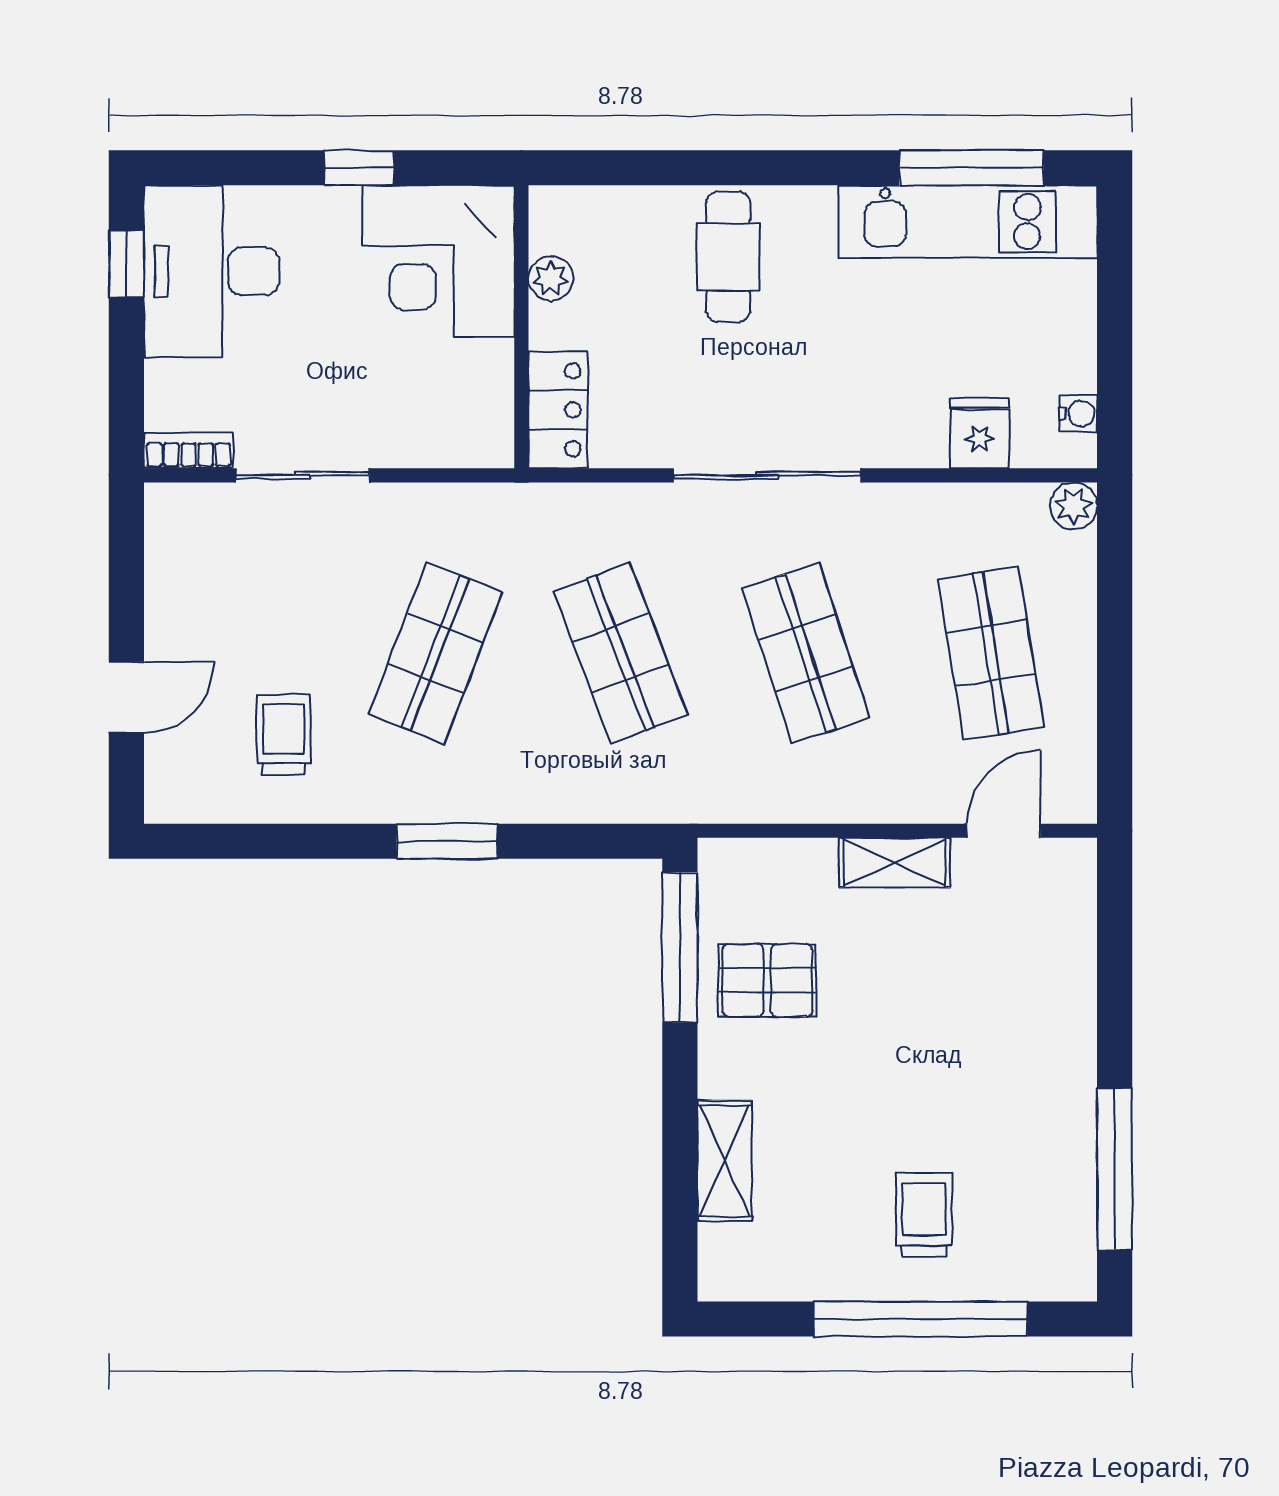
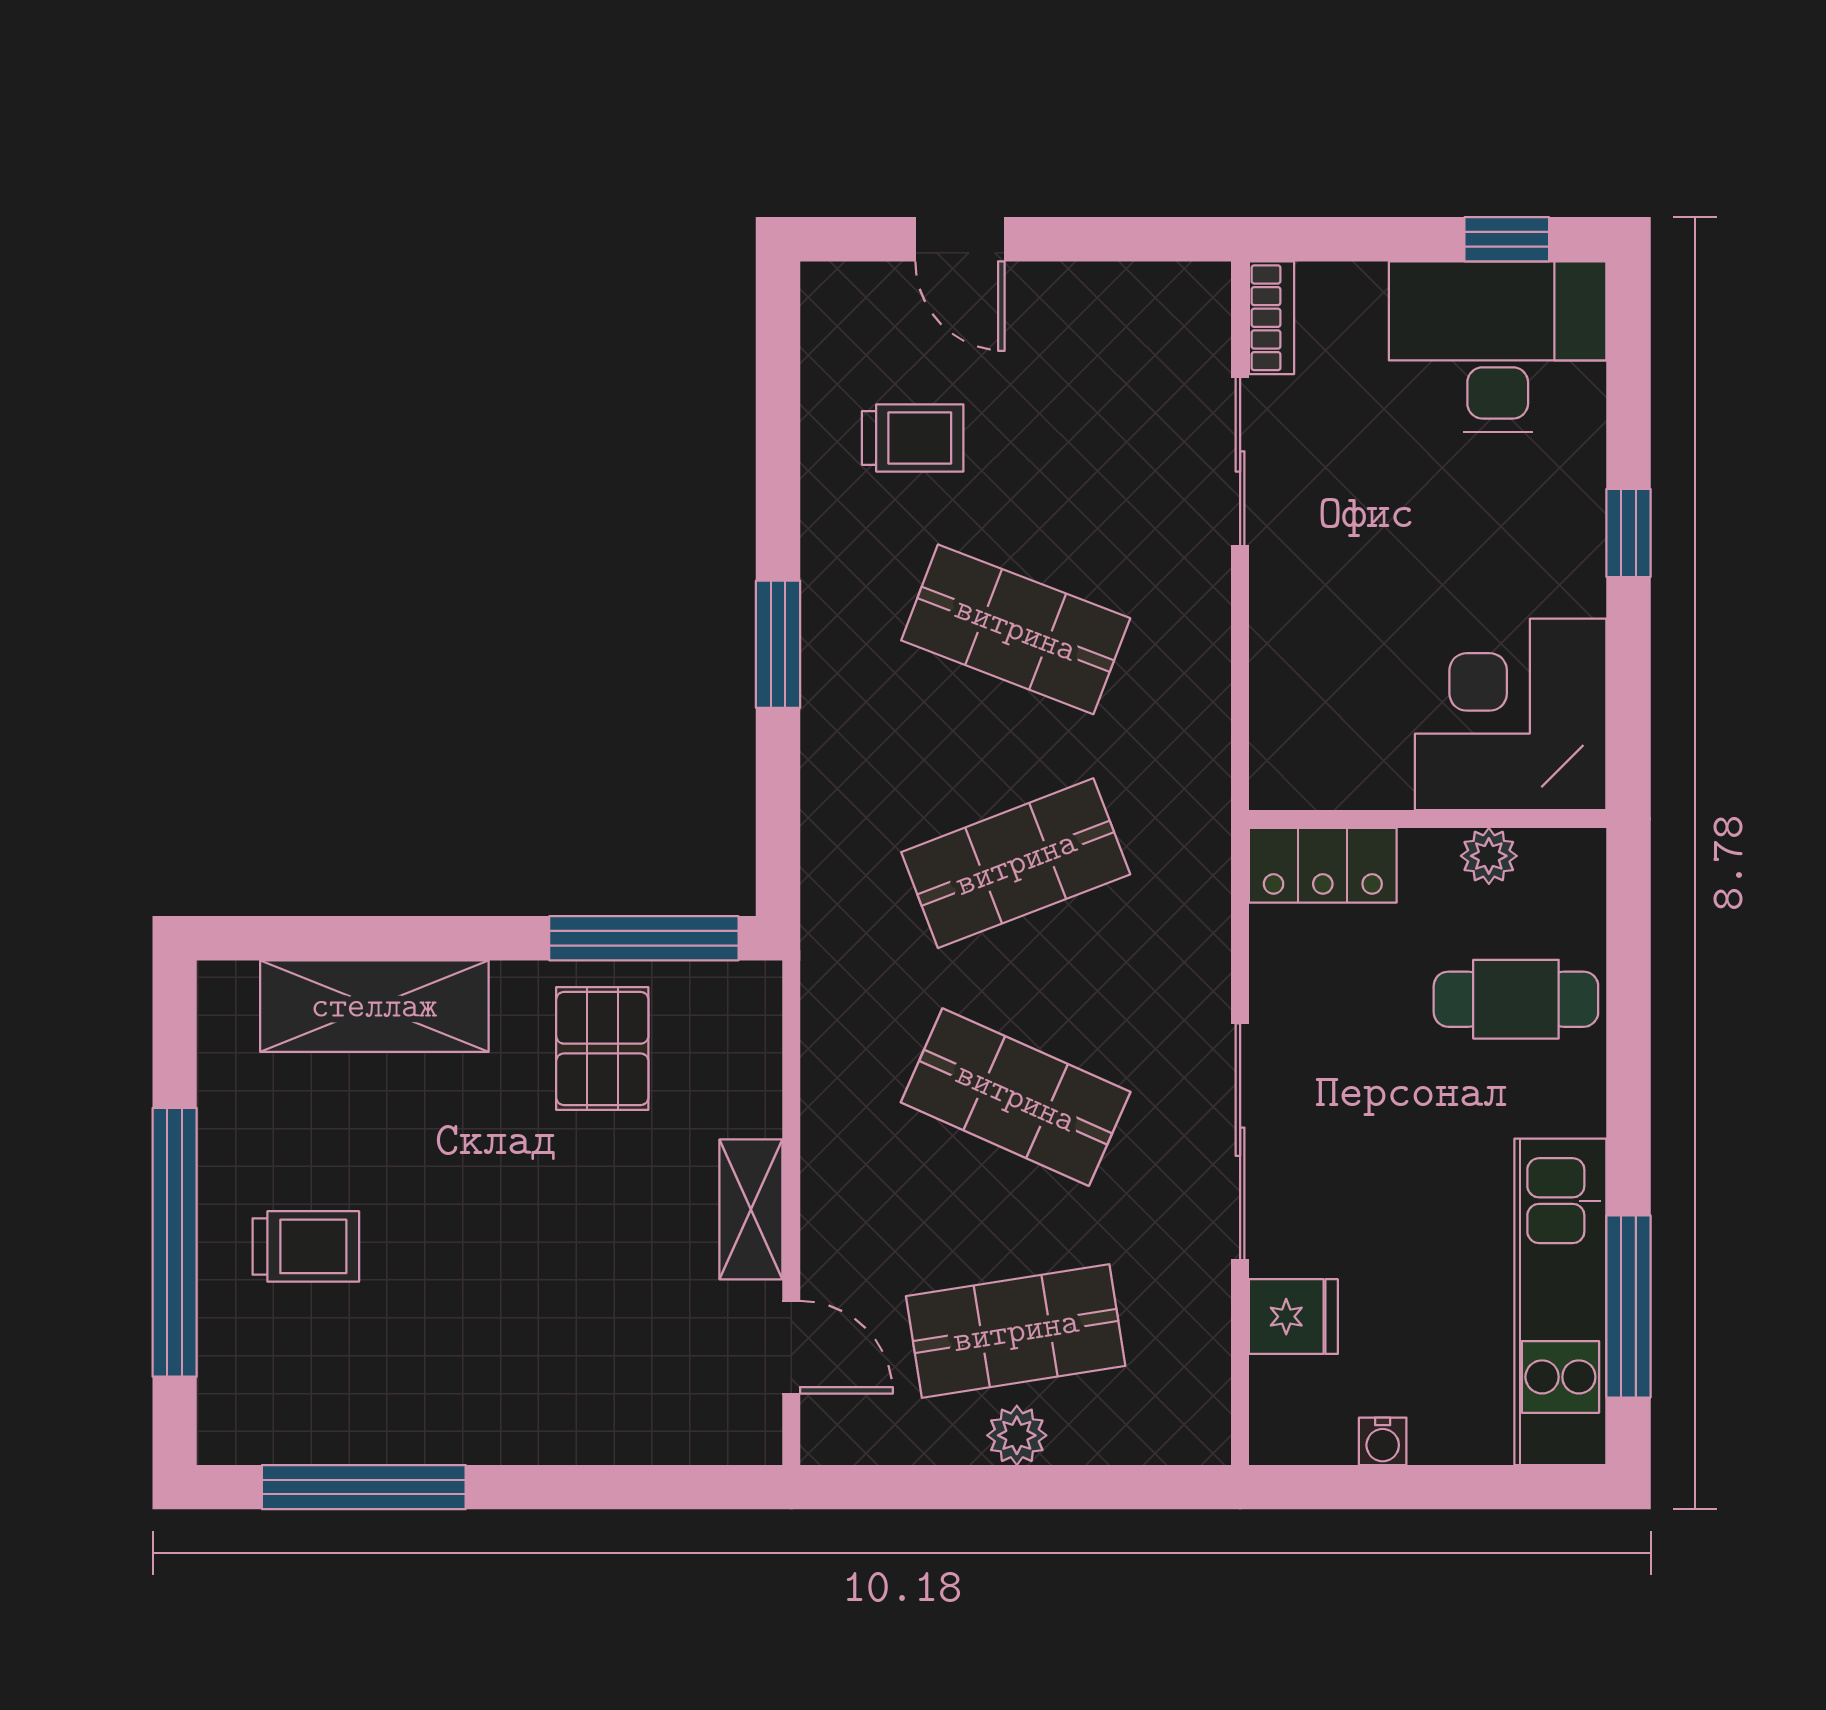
corner desk: (439, 261) -> (1511, 714), moved
plant: (551, 278) -> (1489, 856), moved
wall: (521, 327) -> (1428, 819), moved
locker: (558, 410) -> (1323, 865), moved
water cooler: (1078, 414) -> (1383, 1441), moved
sliding door: (767, 475) -> (1240, 1142), moved
plant: (1074, 506) -> (1017, 1435), moved
shop shelf: (806, 653) -> (1016, 1097), turned 42
shelving: (725, 1161) -> (374, 1006), width x1.50, depth x1.33

